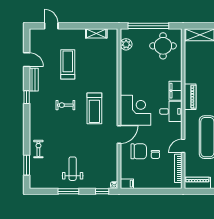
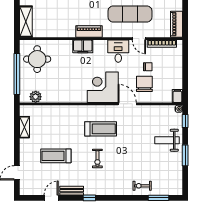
desk: (171, 111) -> (118, 51), moved
weight bench: (73, 169) -> (167, 140), moved

